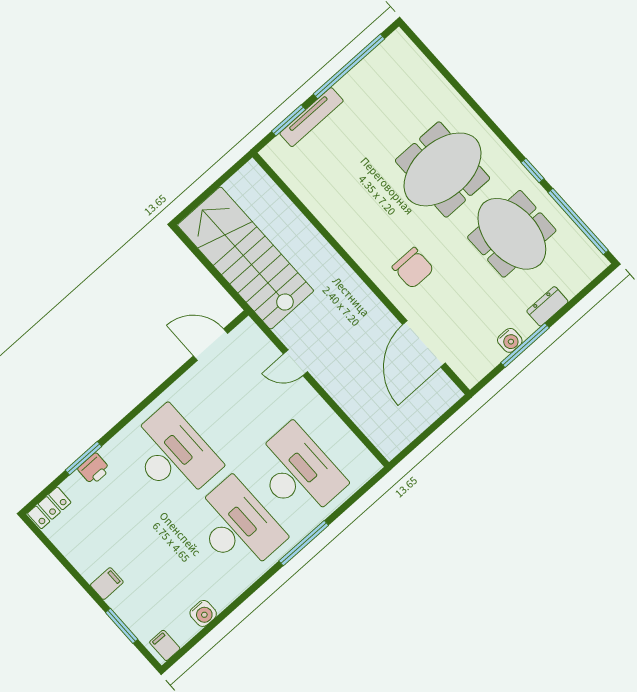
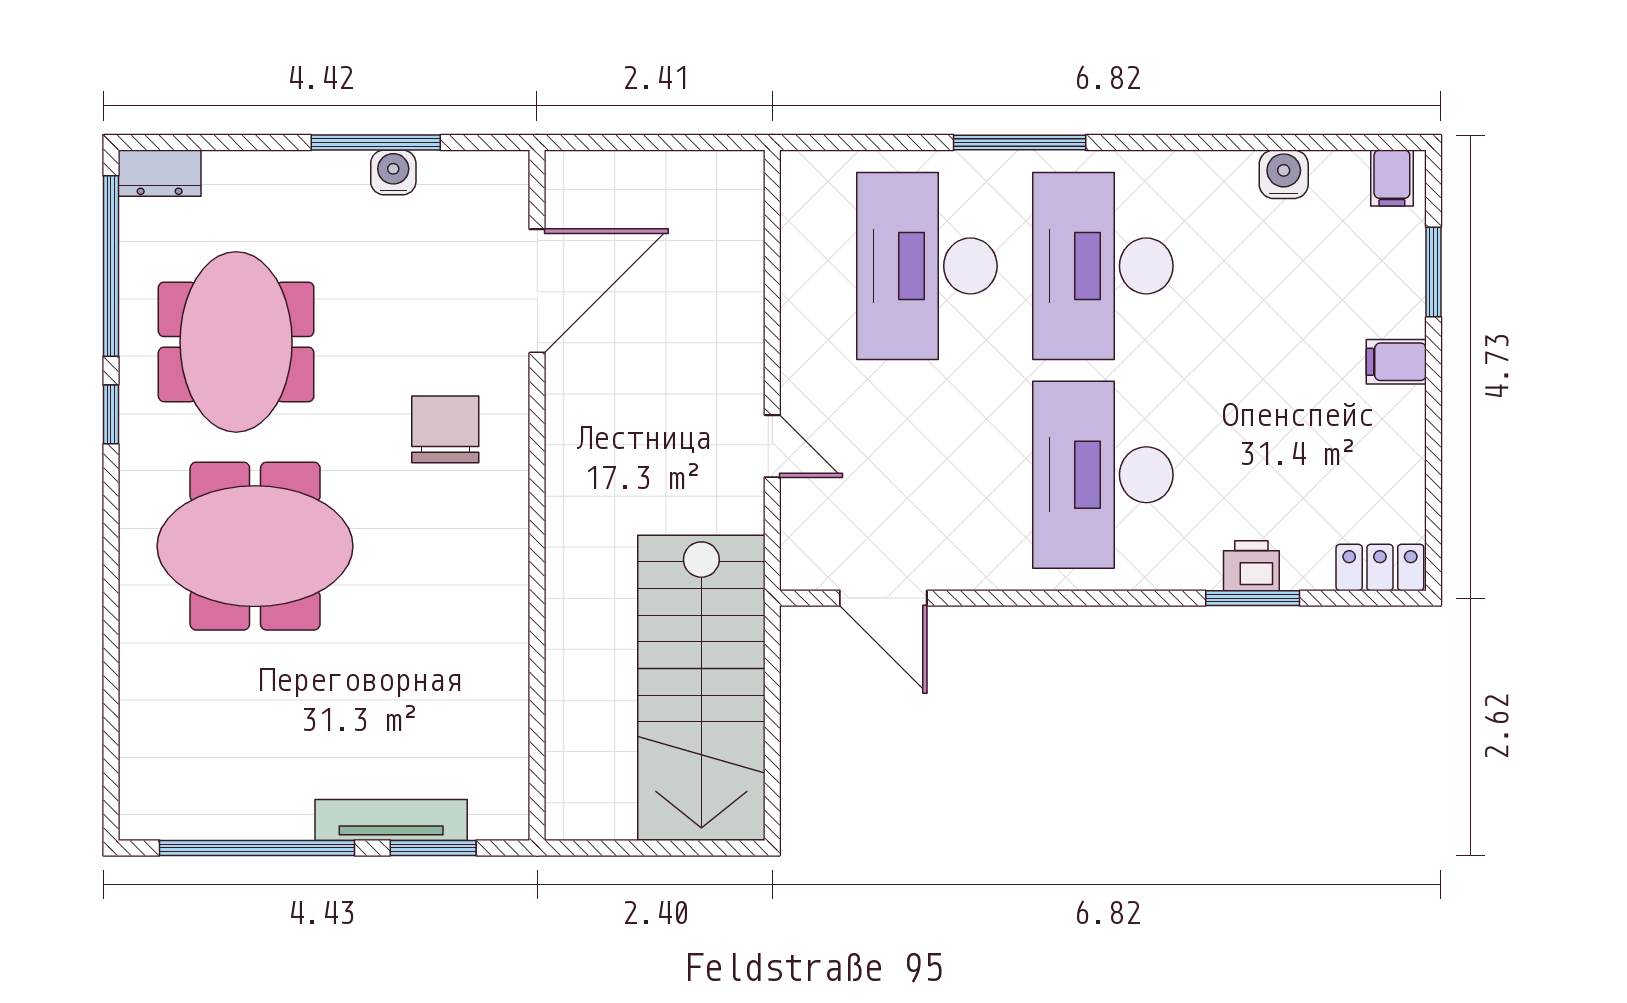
dresser: (547, 306) -> (160, 173), moved

